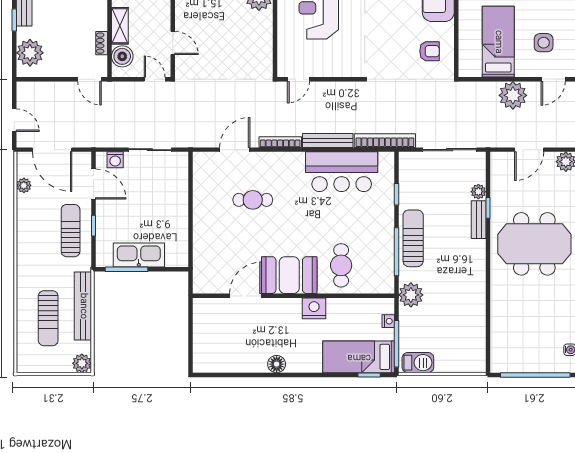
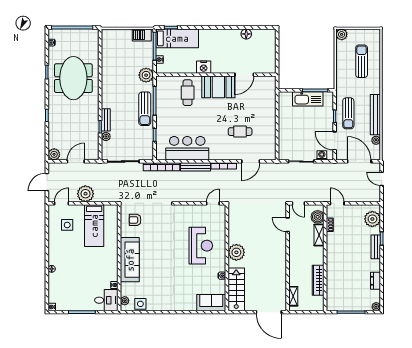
meeting table: (534, 244) -> (73, 78), moved, turned 90
bench: (83, 306) -> (375, 115), moved
floor lamp: (277, 364) -> (246, 34), moved

